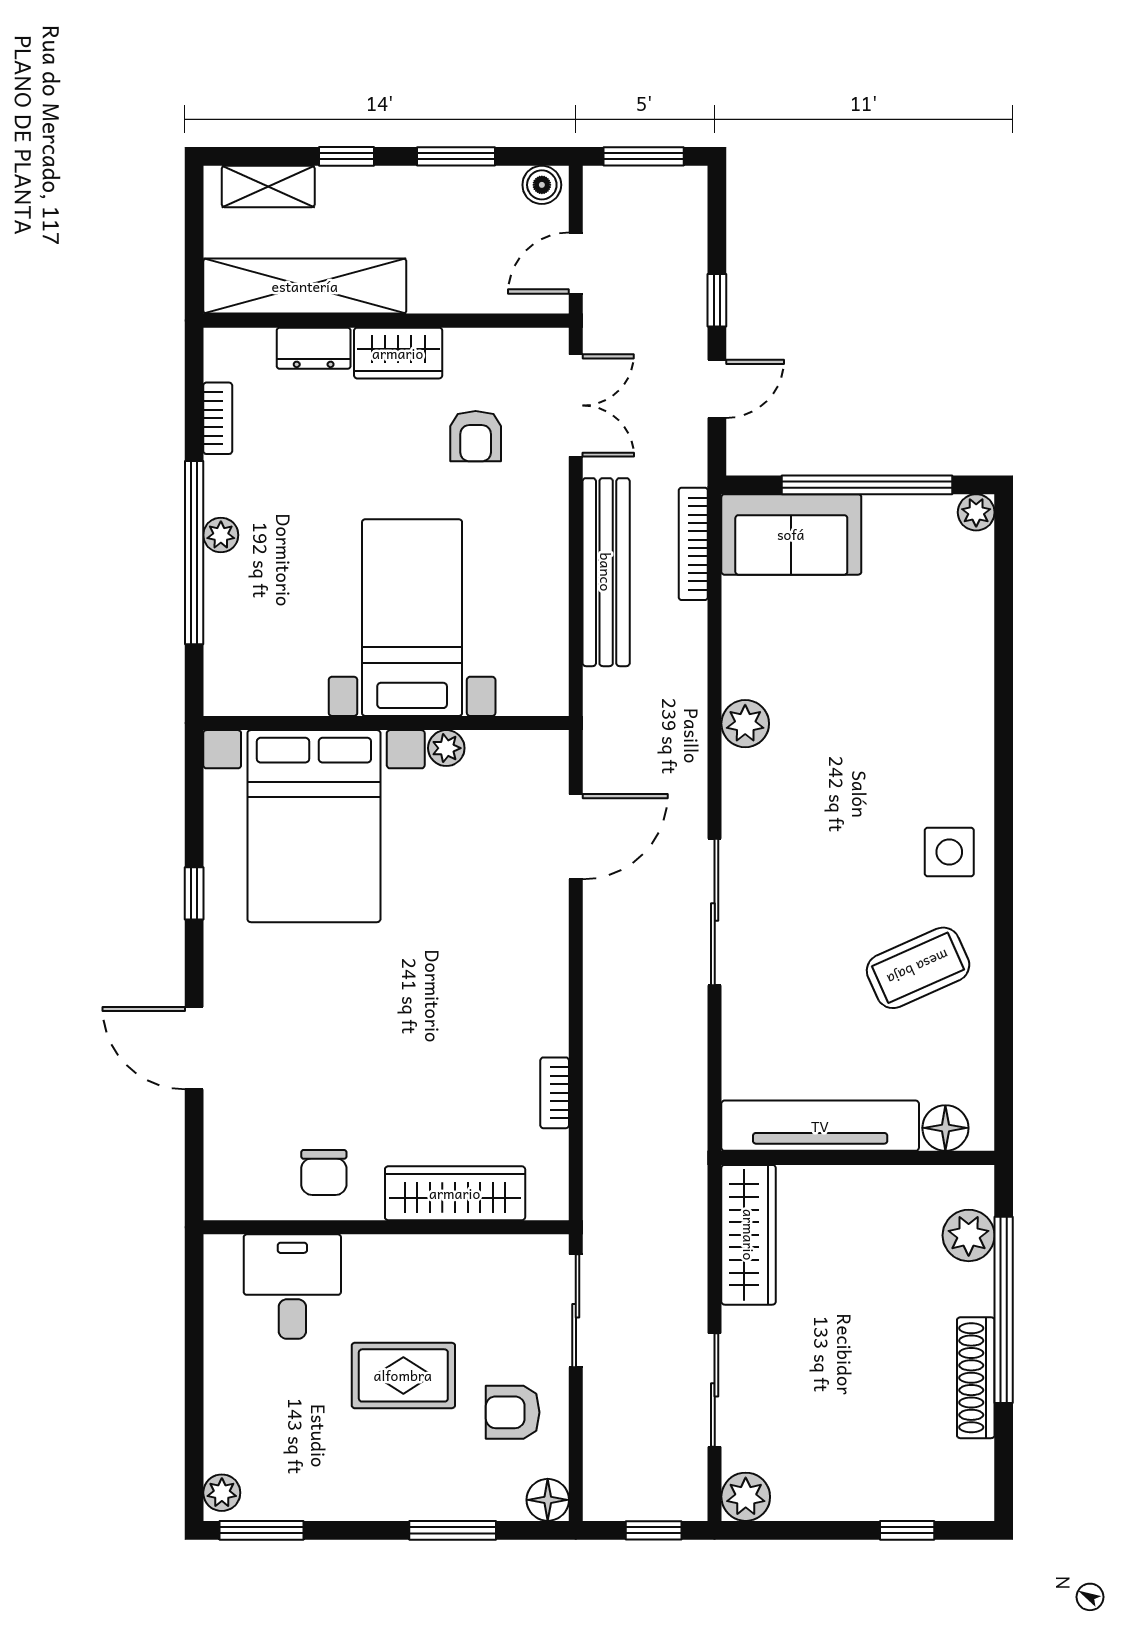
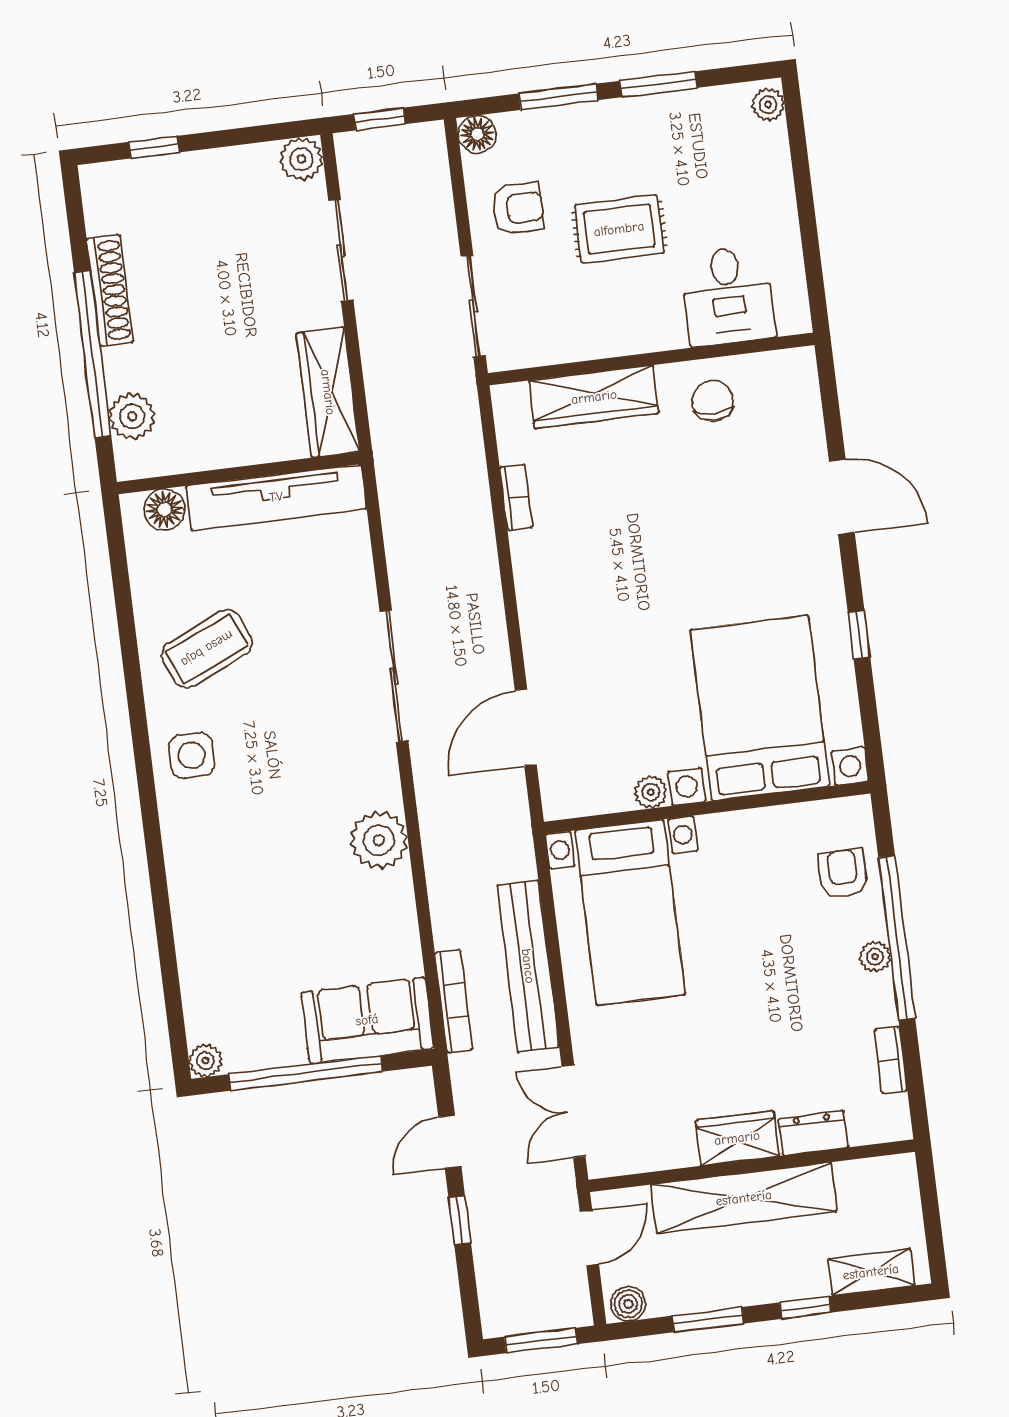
shelving: (305, 286) -> (744, 1198), moved
armchair: (476, 436) -> (843, 873), moved
bed with nightstands: (412, 618) -> (630, 912), moved
plant: (745, 724) -> (379, 840), width x1.36, depth x1.36
window: (262, 1530) -> (658, 84), moved

